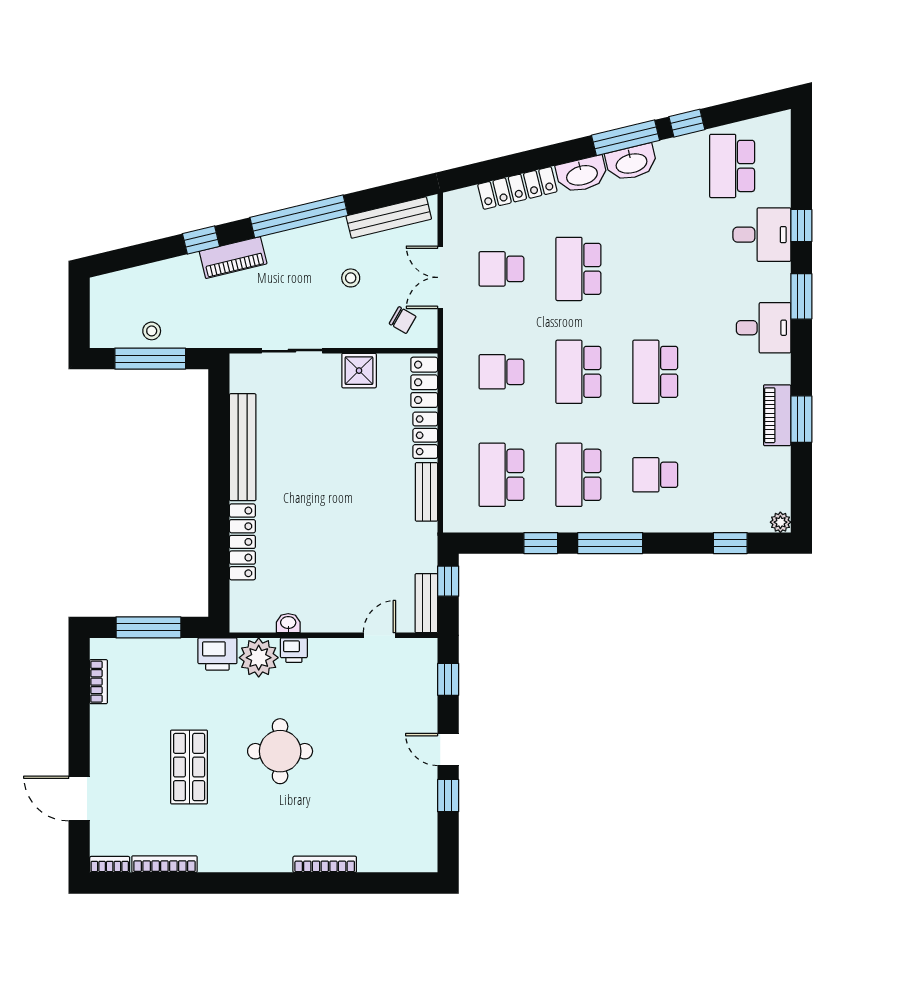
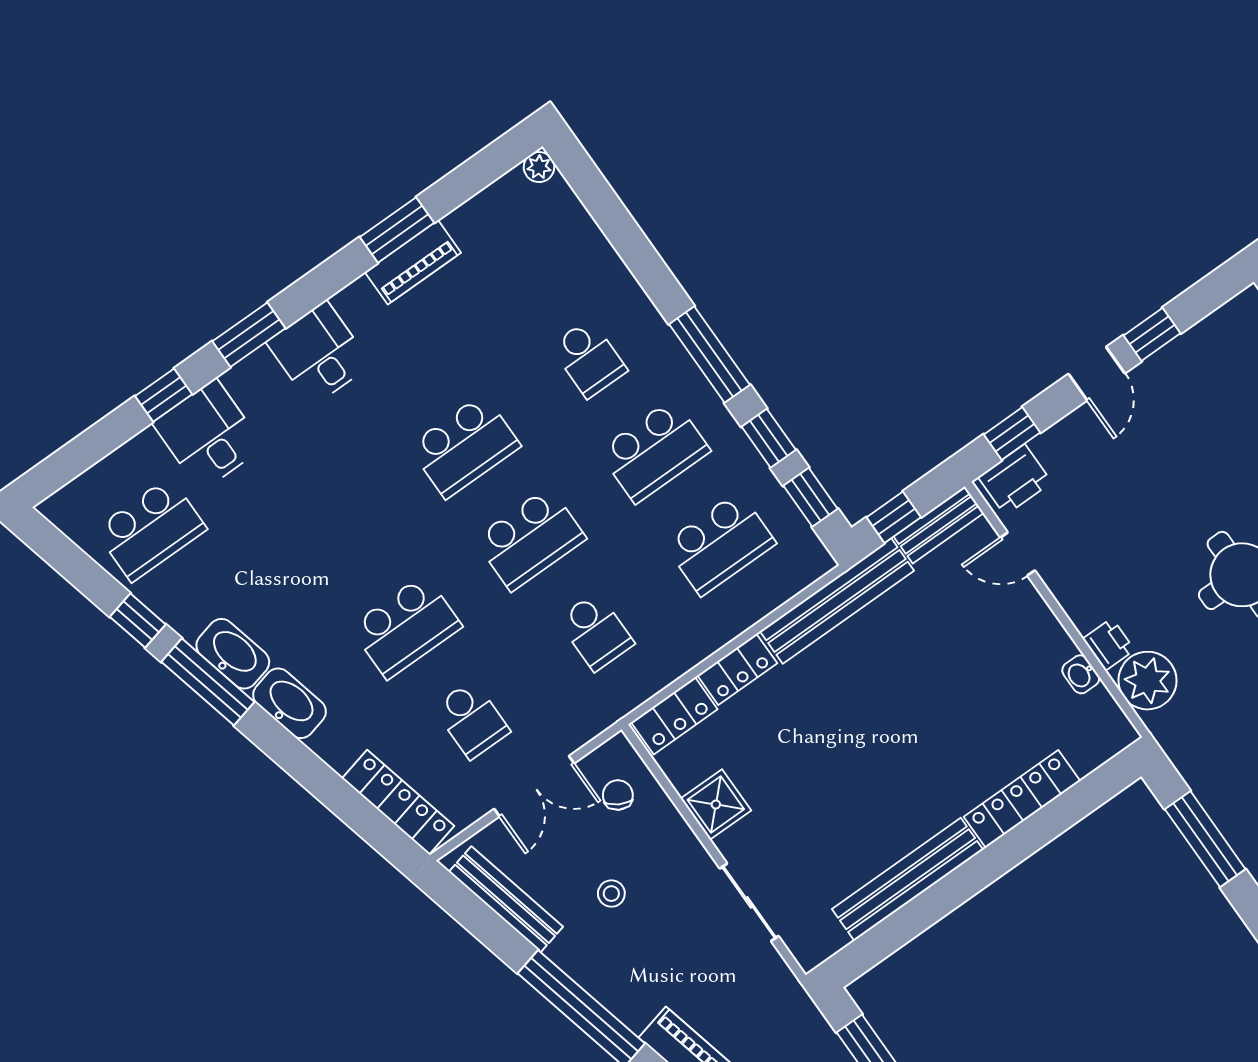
locker: (517, 188) -> (398, 802), moved
bench: (426, 492) -> (837, 601), width x1.86, depth x1.21
window: (730, 543) -> (810, 497), moved
printer: (217, 654) -> (1015, 480), moved, turned 90

